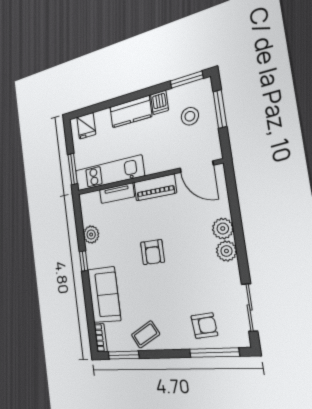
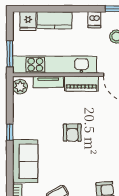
kitchen counter: (131, 112) -> (54, 20), moved
kitchen unit: (109, 173) -> (55, 65), width x1.36
plant: (91, 235) -> (20, 87), moved

